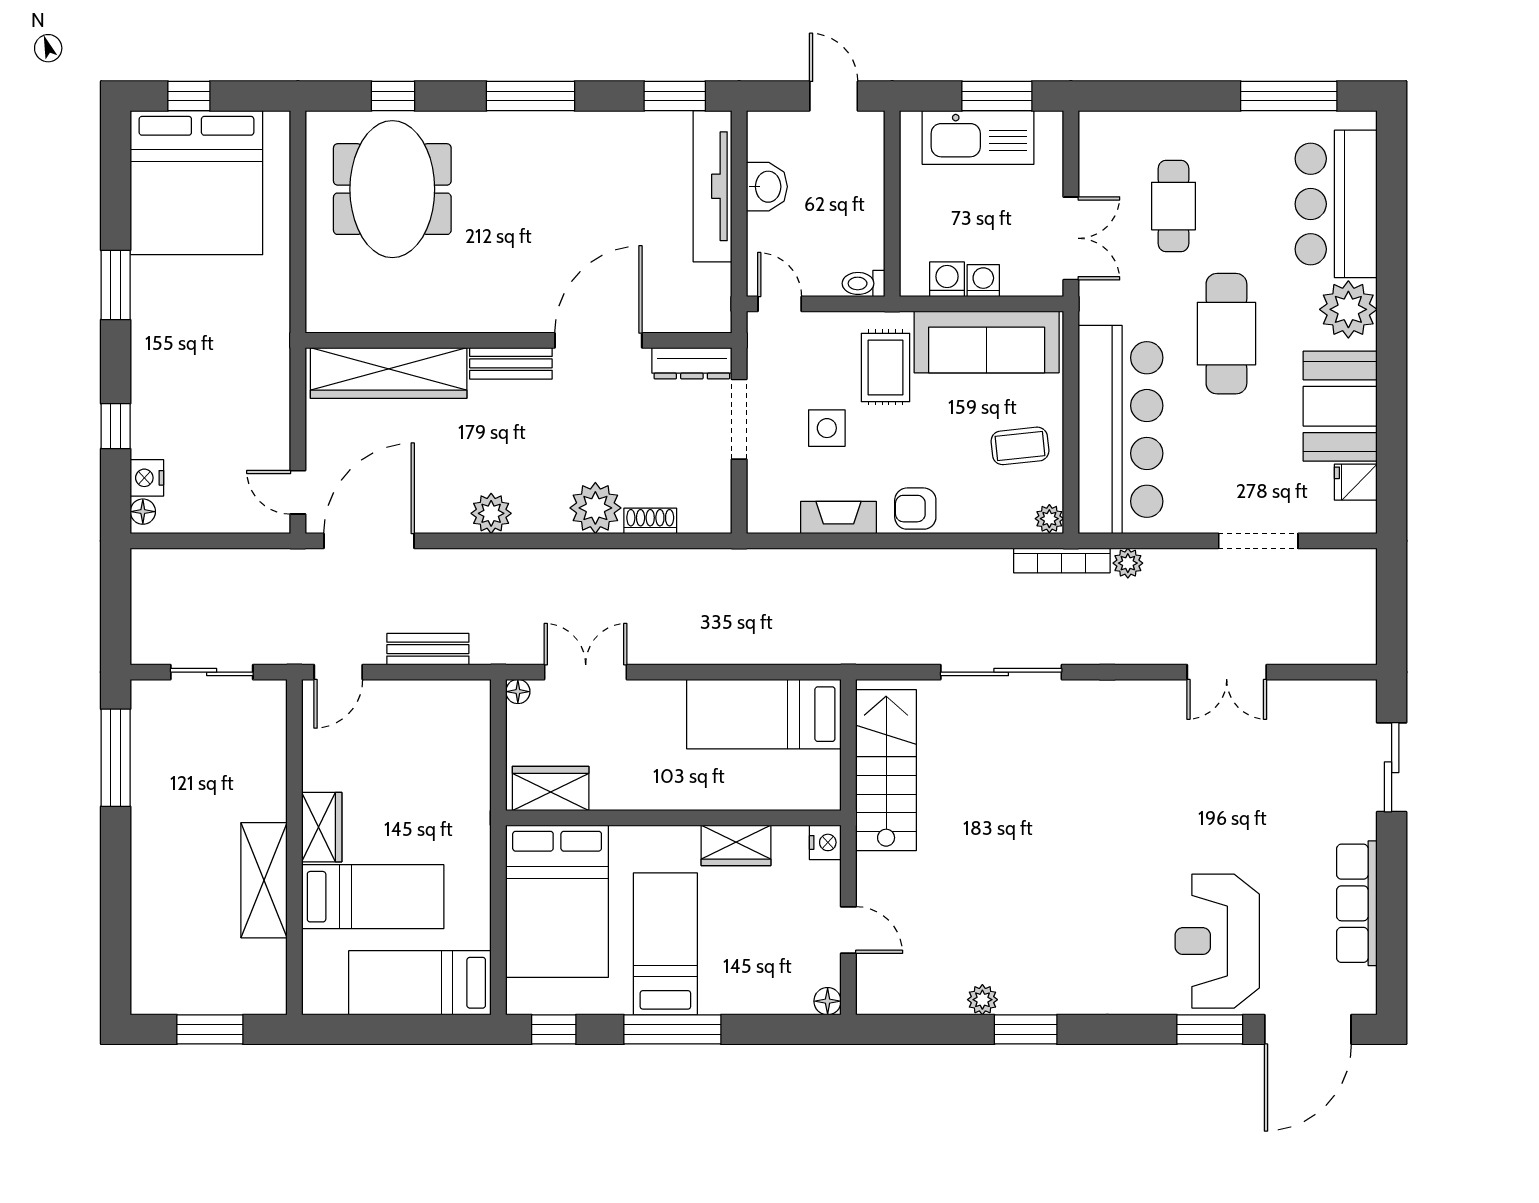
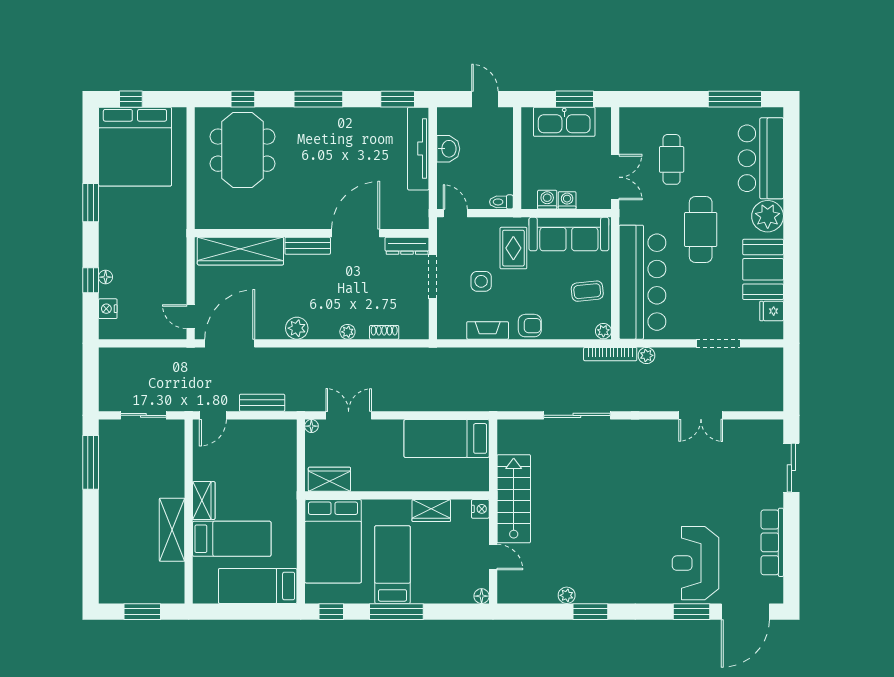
plant: (595, 508) -> (347, 332), width x0.53, depth x0.53
armchair: (915, 509) -> (530, 326), turned 180
floor lamp: (143, 512) -> (106, 277), moved
stairs: (886, 770) -> (514, 499), moved

